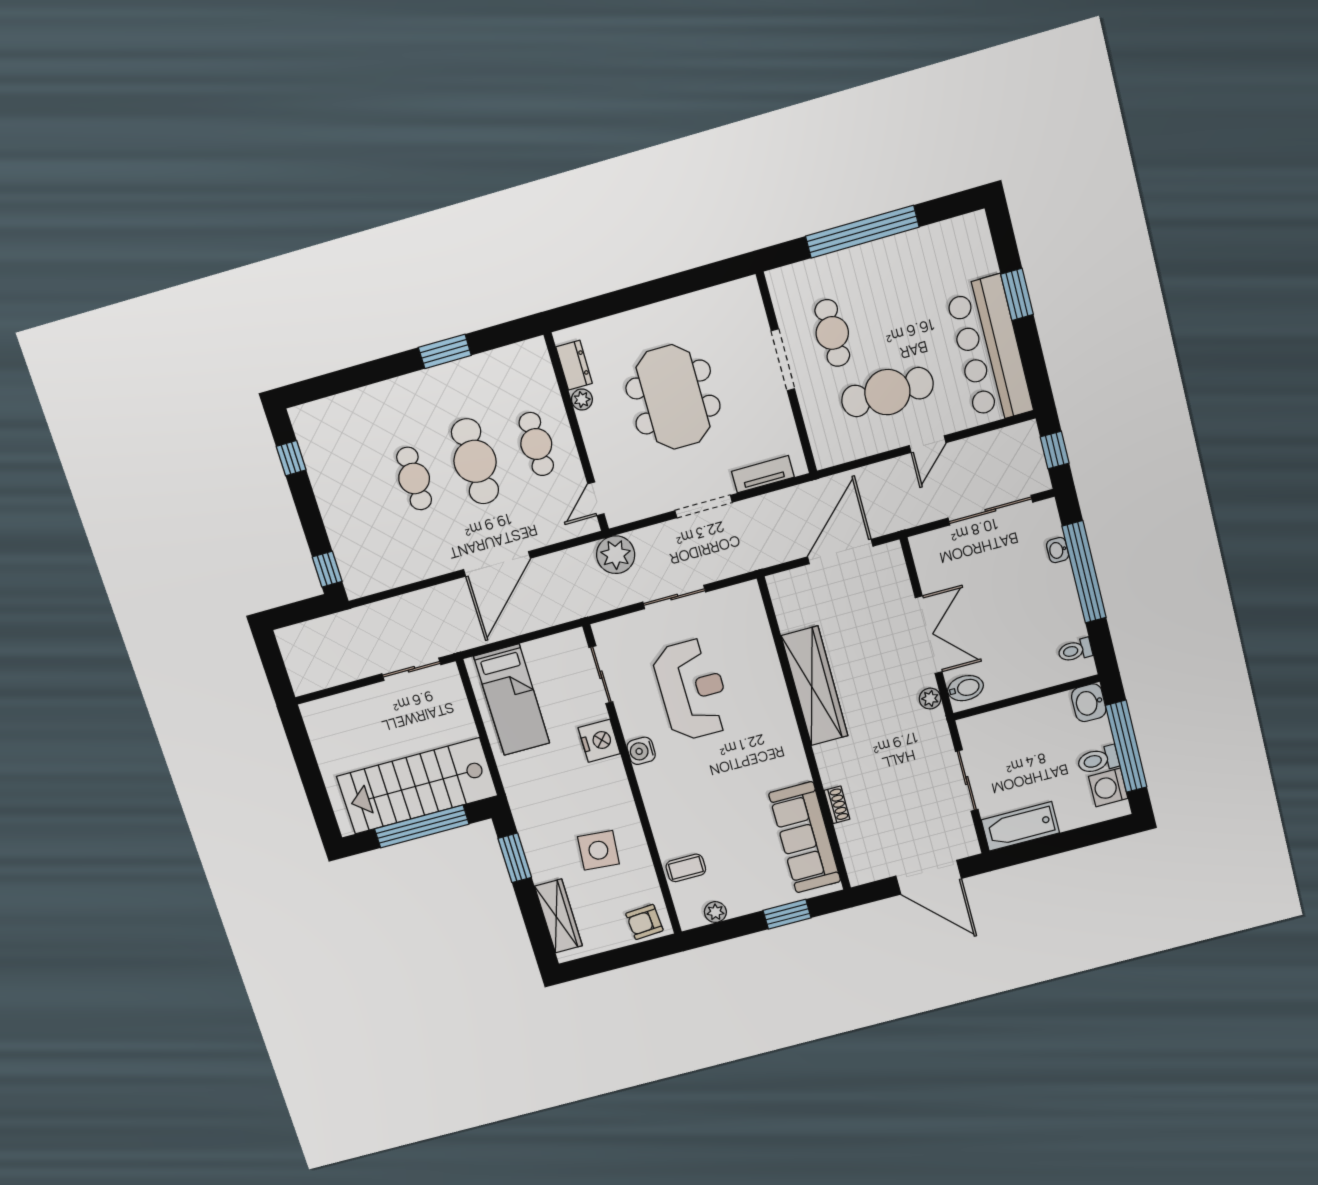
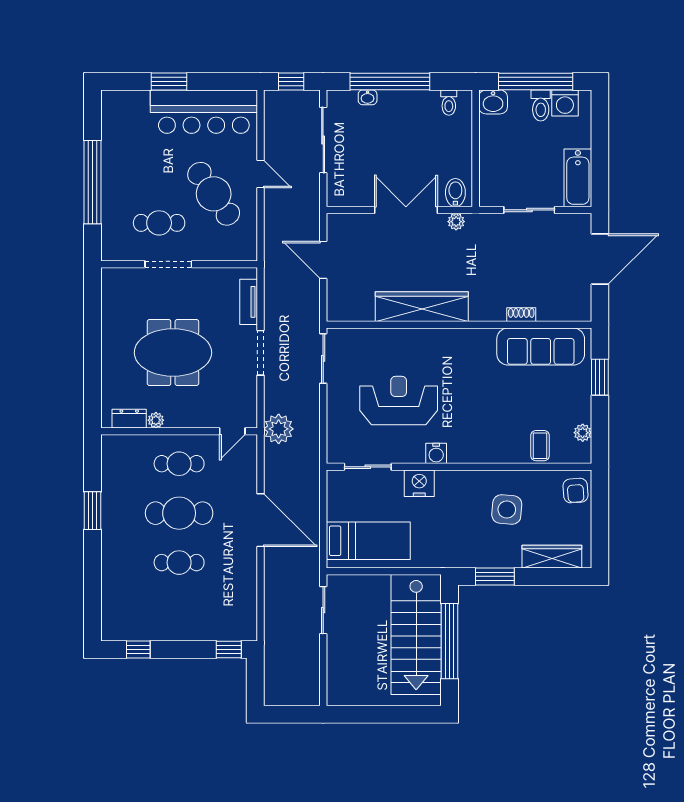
cafe table: (887, 392) -> (214, 194), turned -35
door: (596, 499) -> (232, 431), hinge flipped
door: (840, 551) -> (323, 260), width x0.73
sliding door: (674, 597) -> (323, 358), moved

